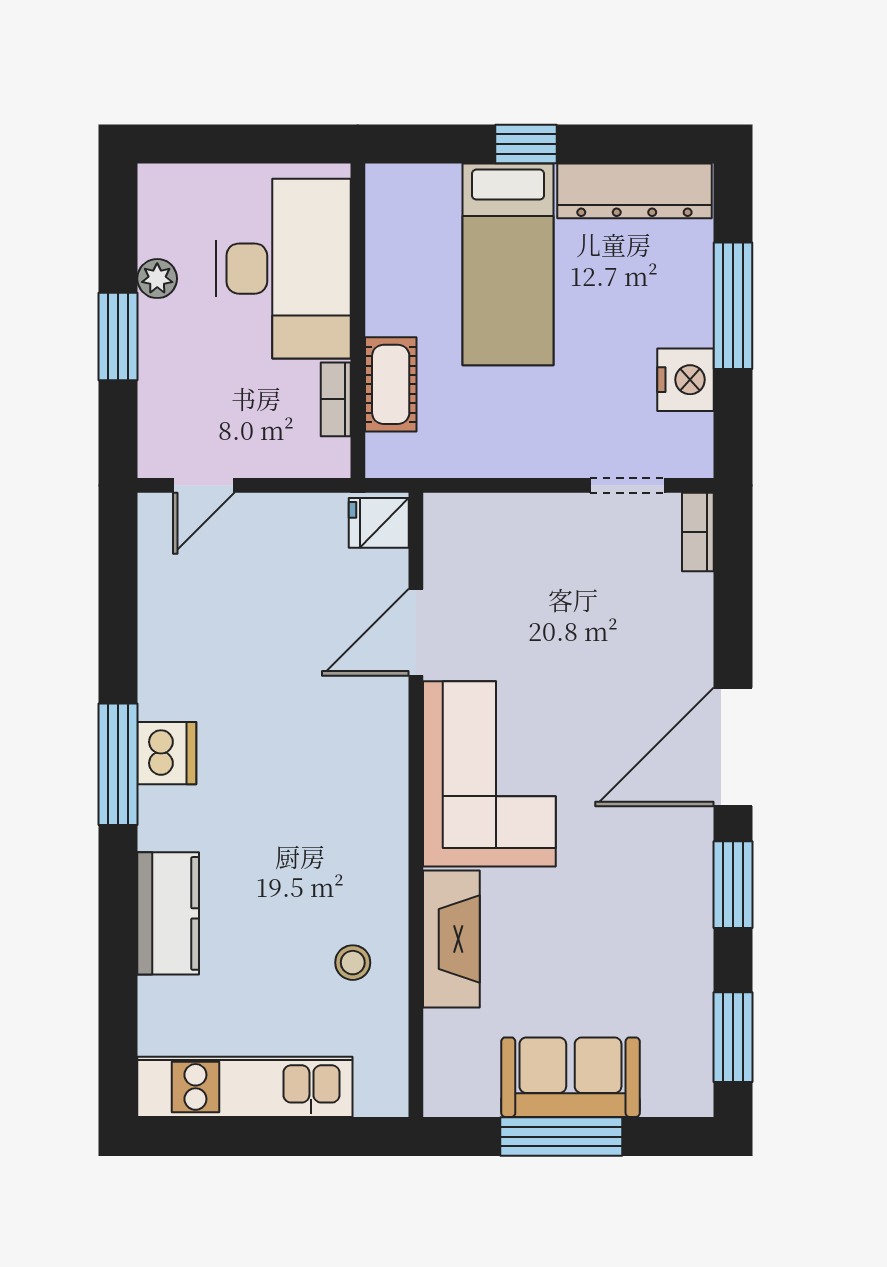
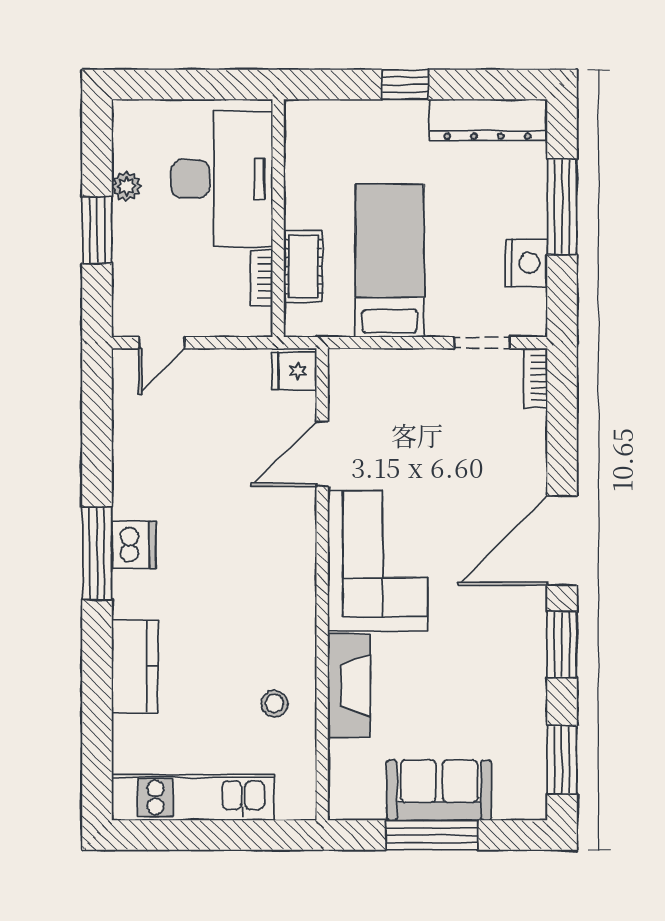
bed: (508, 264) -> (390, 261), moved, turned 180

